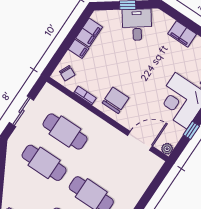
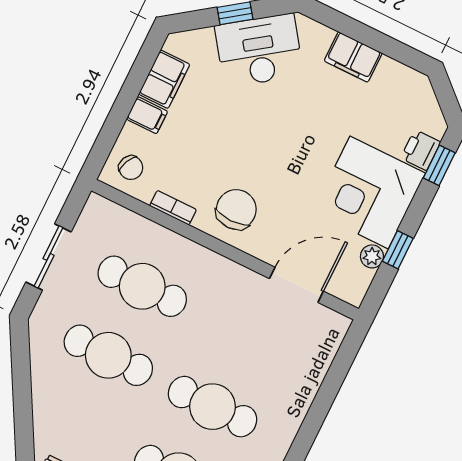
desk: (137, 25) -> (259, 50), width x1.37
plant: (167, 149) -> (372, 256), moved

